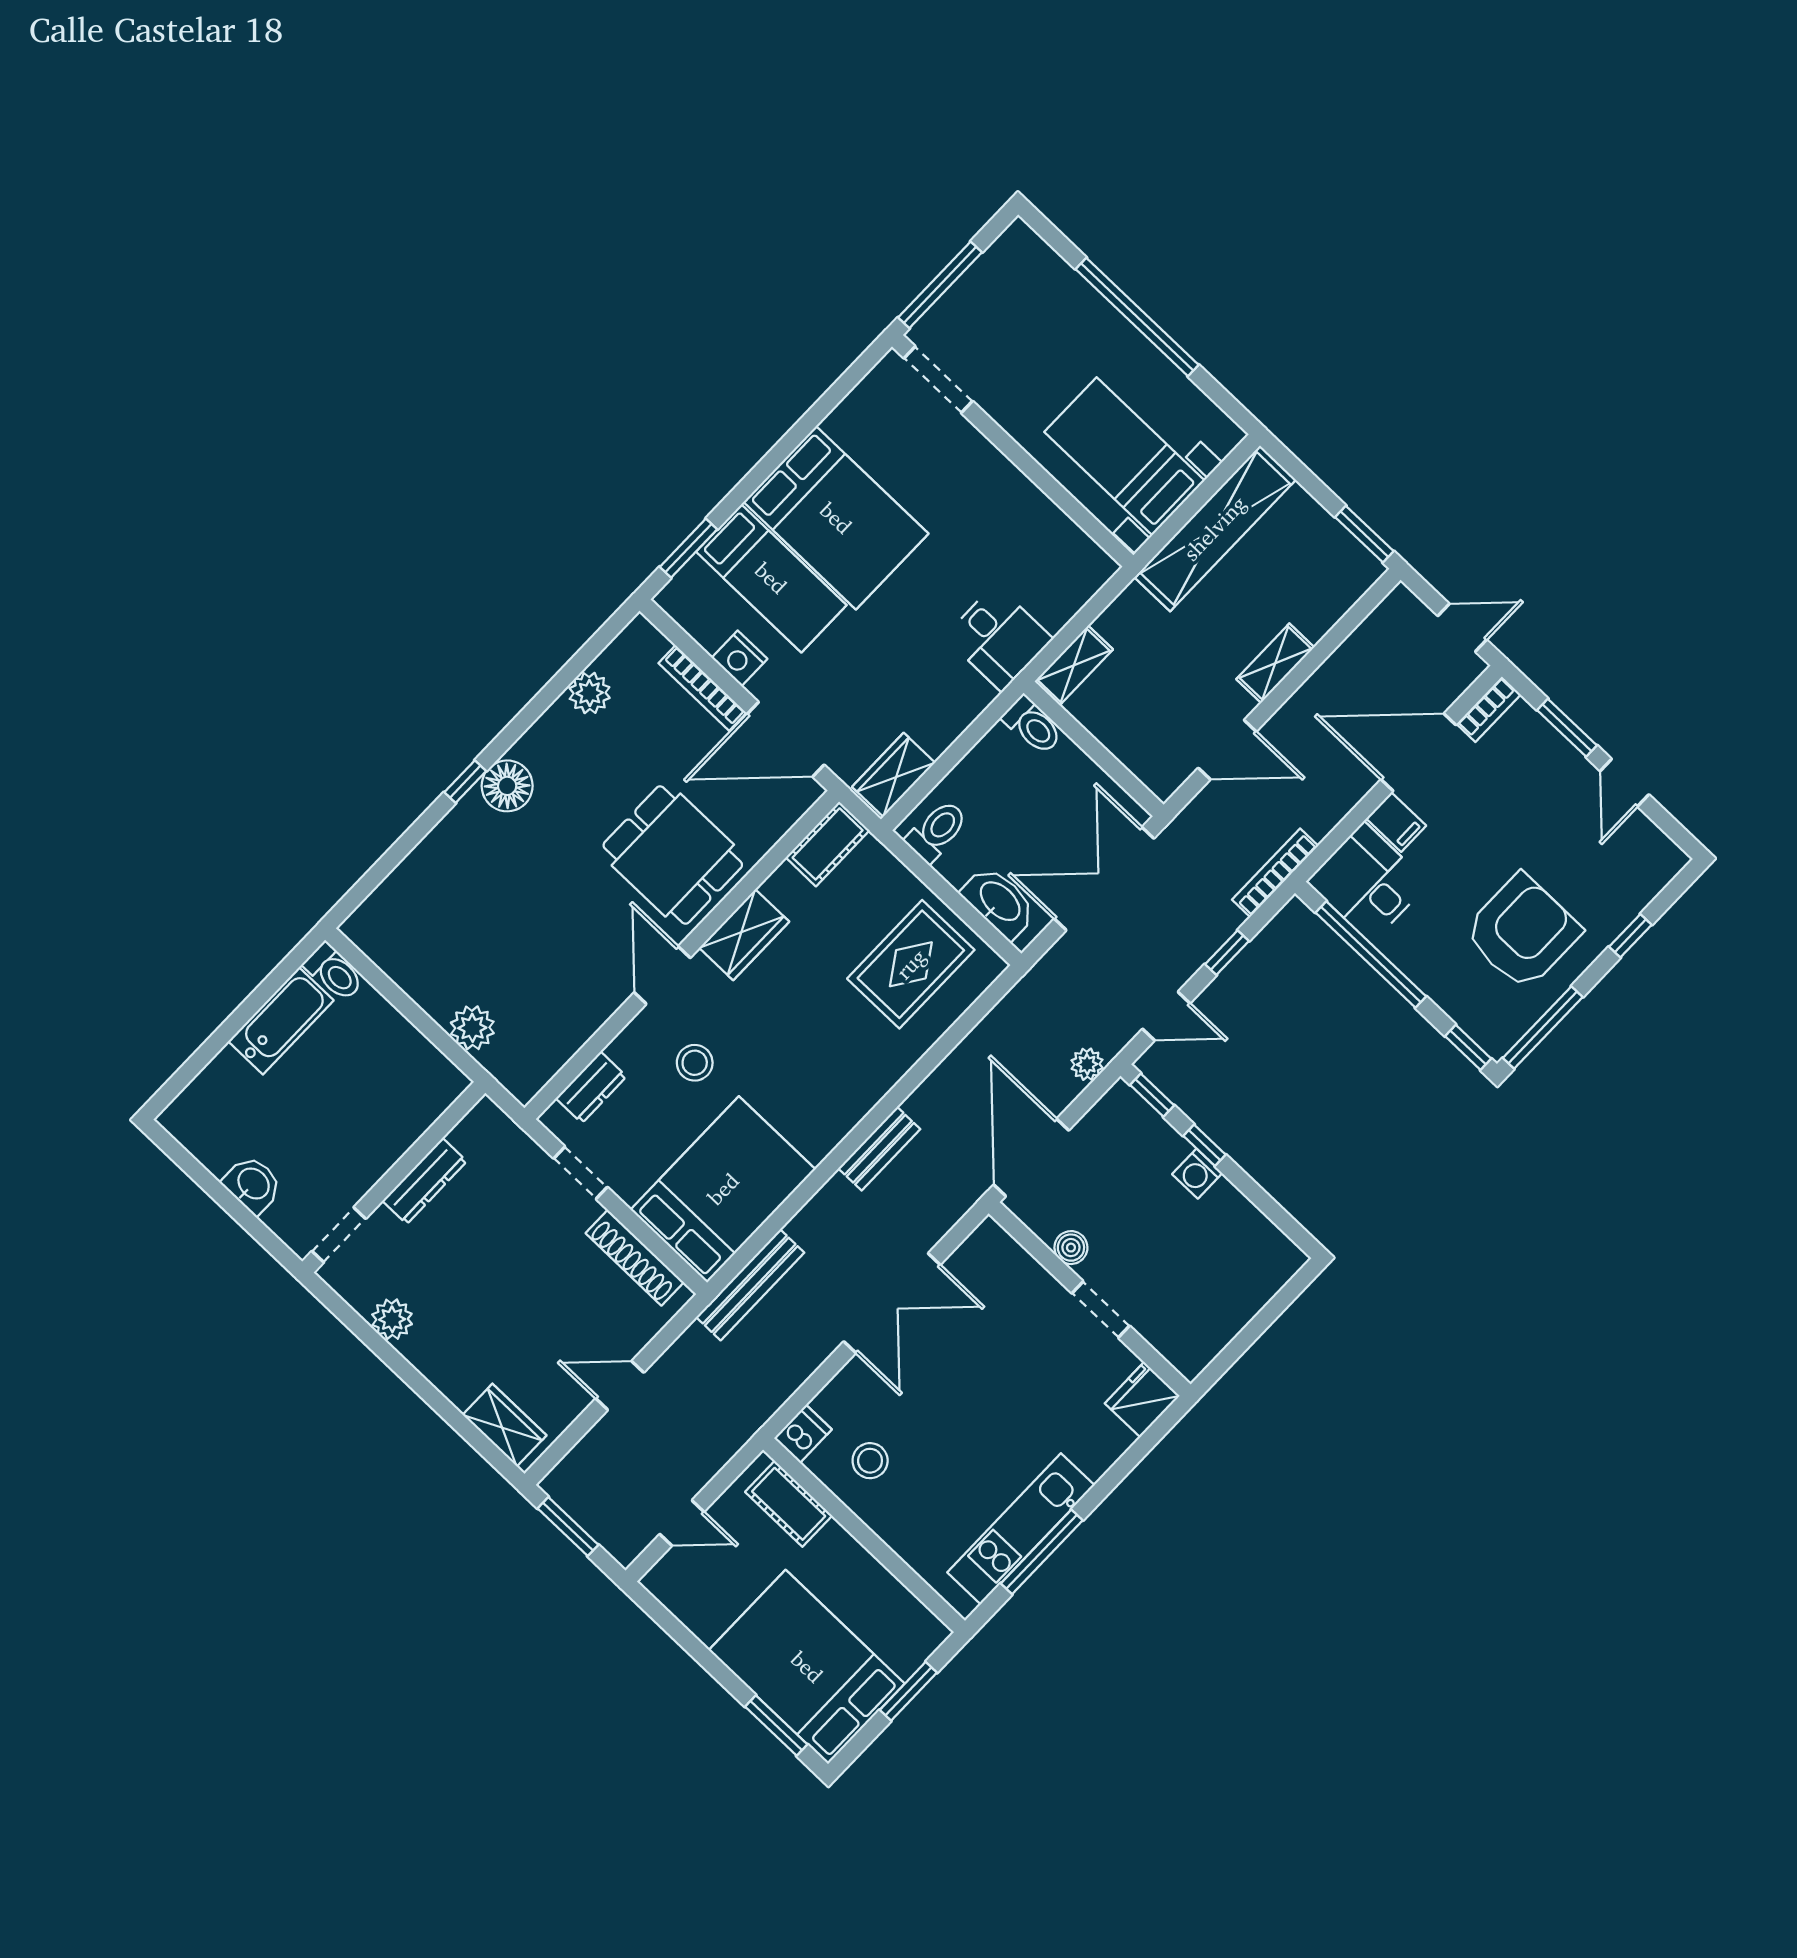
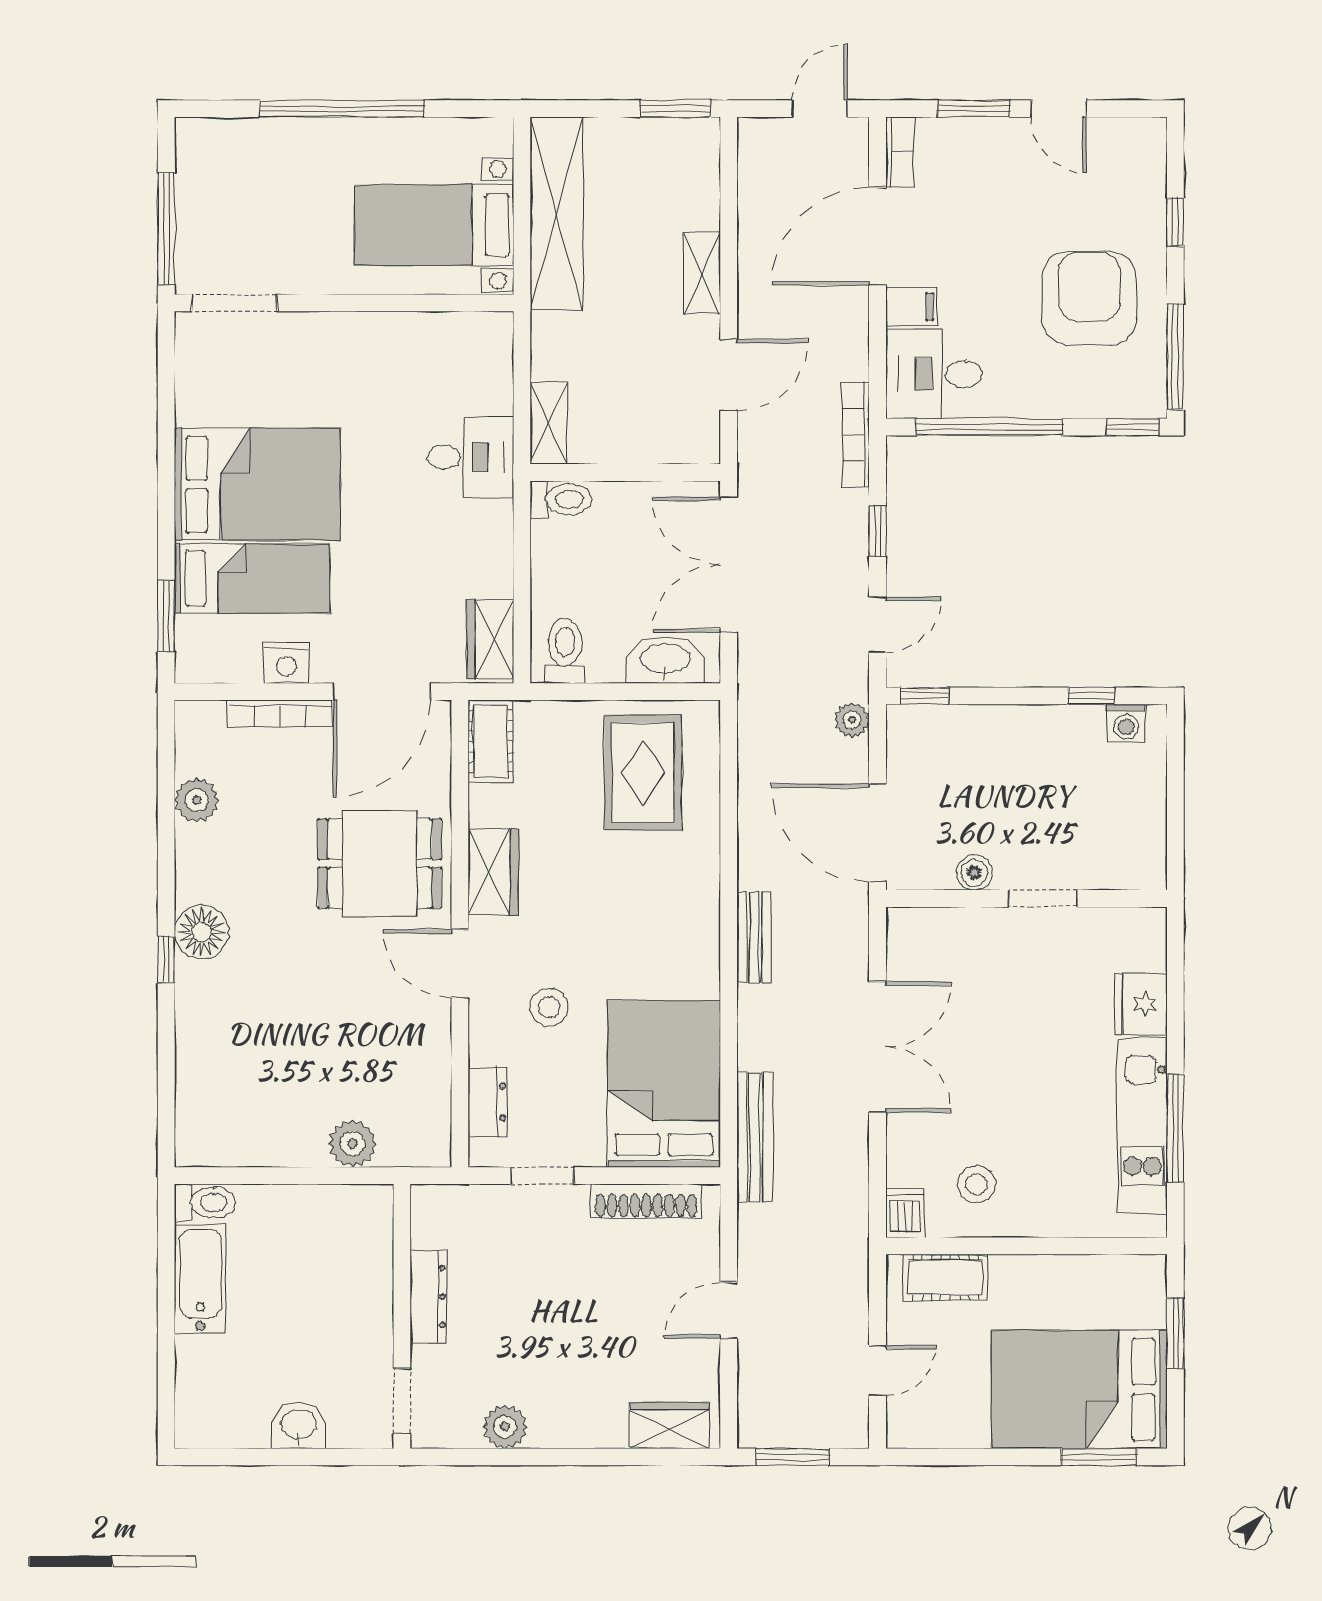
window: (1205, 1145) -> (1091, 696), moved
washing machine: (1197, 1174) -> (1126, 723), moved
fridge: (1142, 1400) -> (1141, 1004), moved

